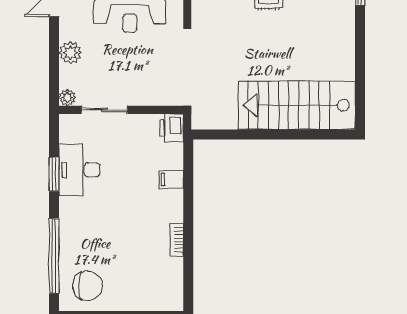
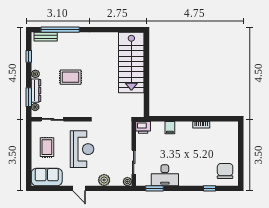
window: (54, 174) -> (154, 188), moved
window: (54, 256) -> (210, 188), width x0.32

